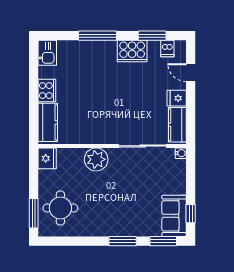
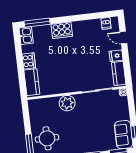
window: (97, 36) -> (37, 23), moved
window: (152, 36) -> (95, 16), removed
cooker: (132, 51) -> (62, 30), moved
fridge: (47, 158) -> (34, 106), removed

